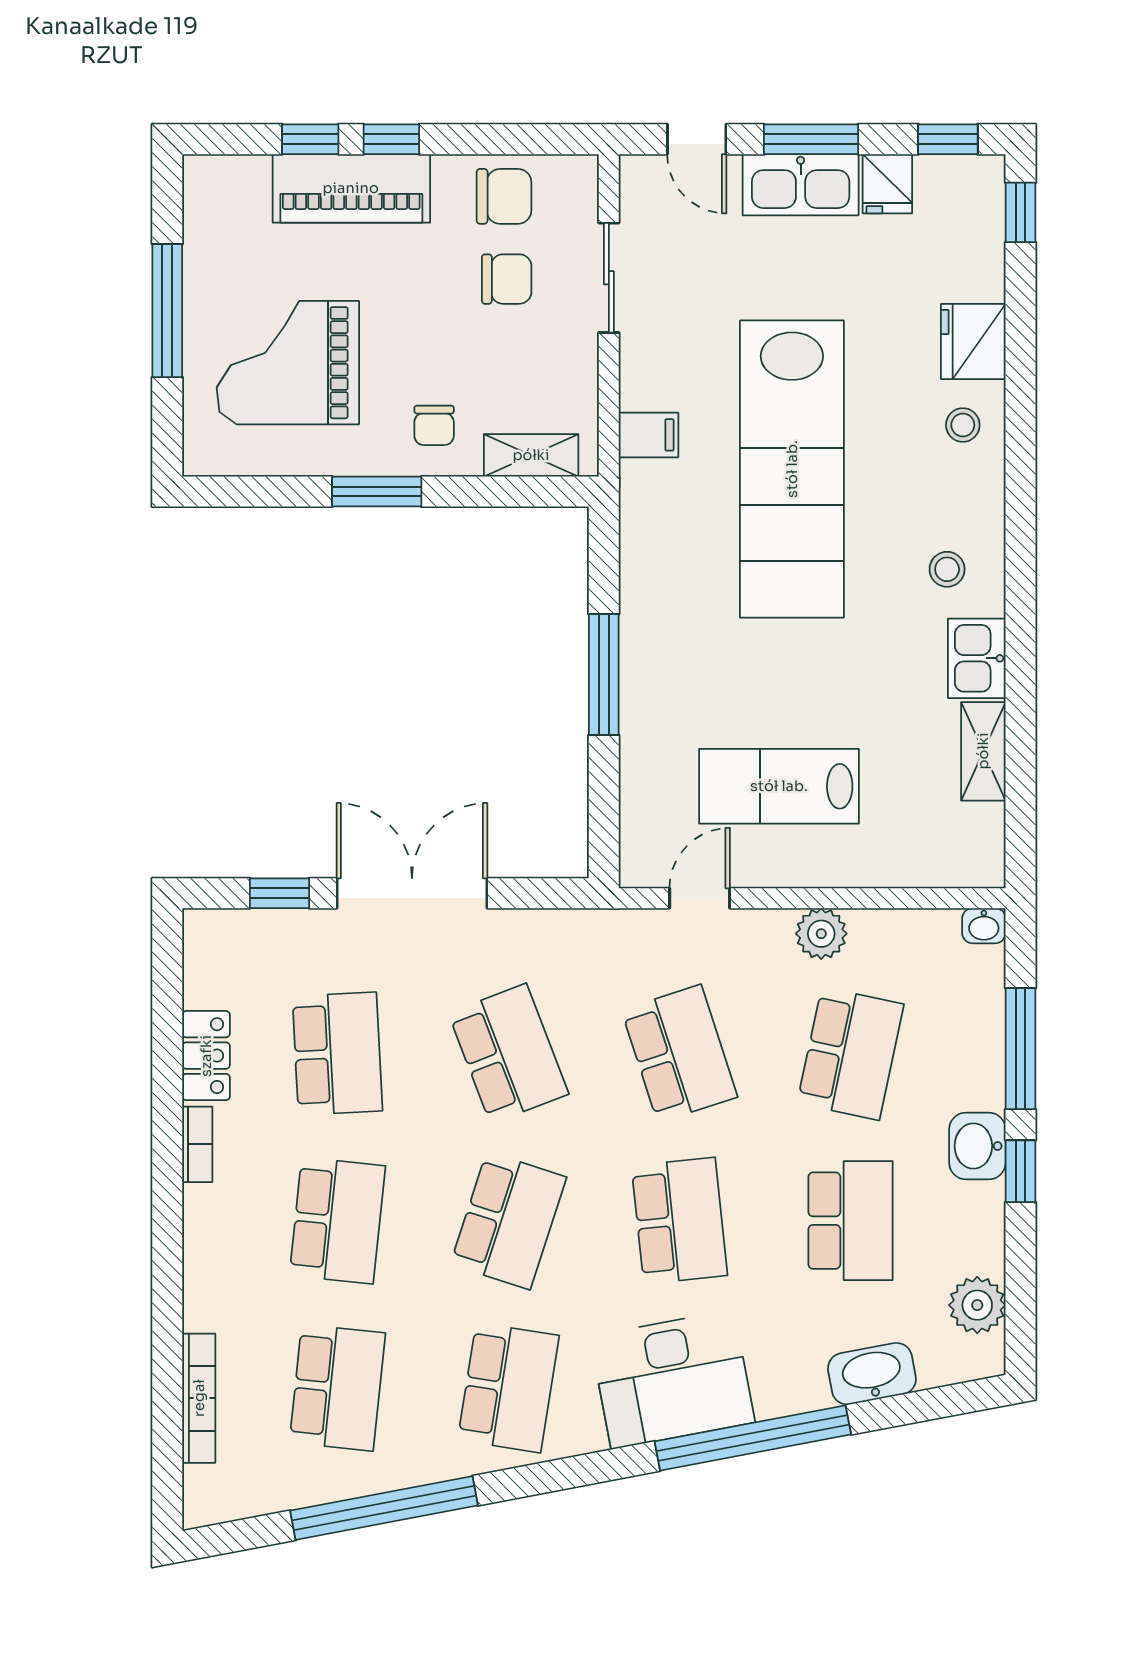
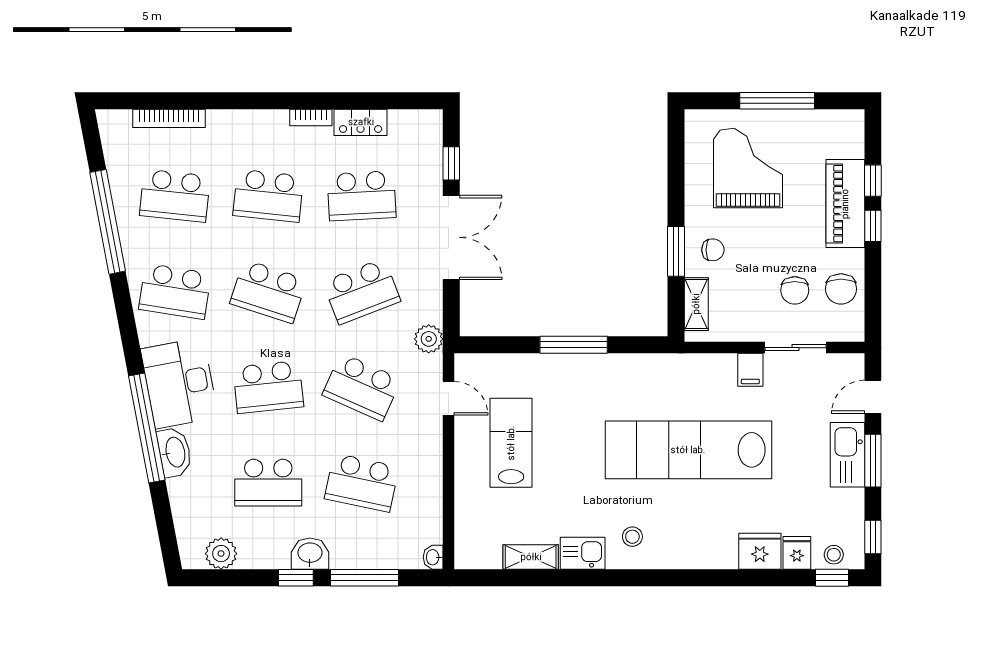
fridge: (887, 184) -> (797, 553), moved, turned 90
chair: (434, 425) -> (713, 250), turned 180
stool: (963, 425) -> (834, 555), moved
filing cabinet: (649, 435) -> (750, 370), moved
window: (377, 491) -> (676, 251), moved
plant: (821, 934) -> (429, 339), moved
school desk: (679, 1054) -> (362, 387), turned 42
washbasin: (872, 1374) -> (175, 452), moved

